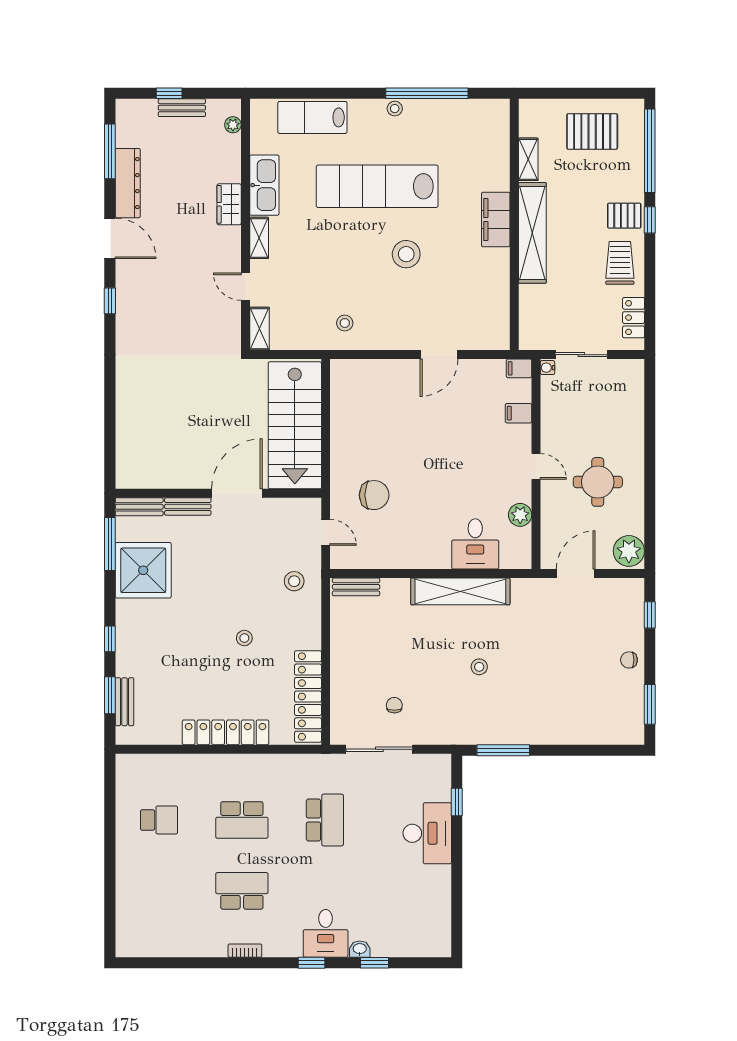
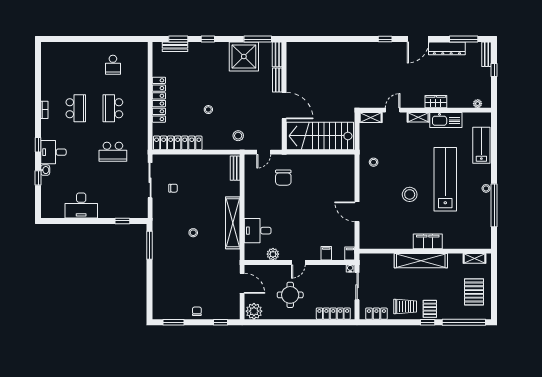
bench: (182, 108) -> (486, 54), moved
shelving: (528, 159) -> (475, 258), moved
locker: (633, 400) -> (333, 314), added
desk: (427, 833) -> (81, 205), moved

